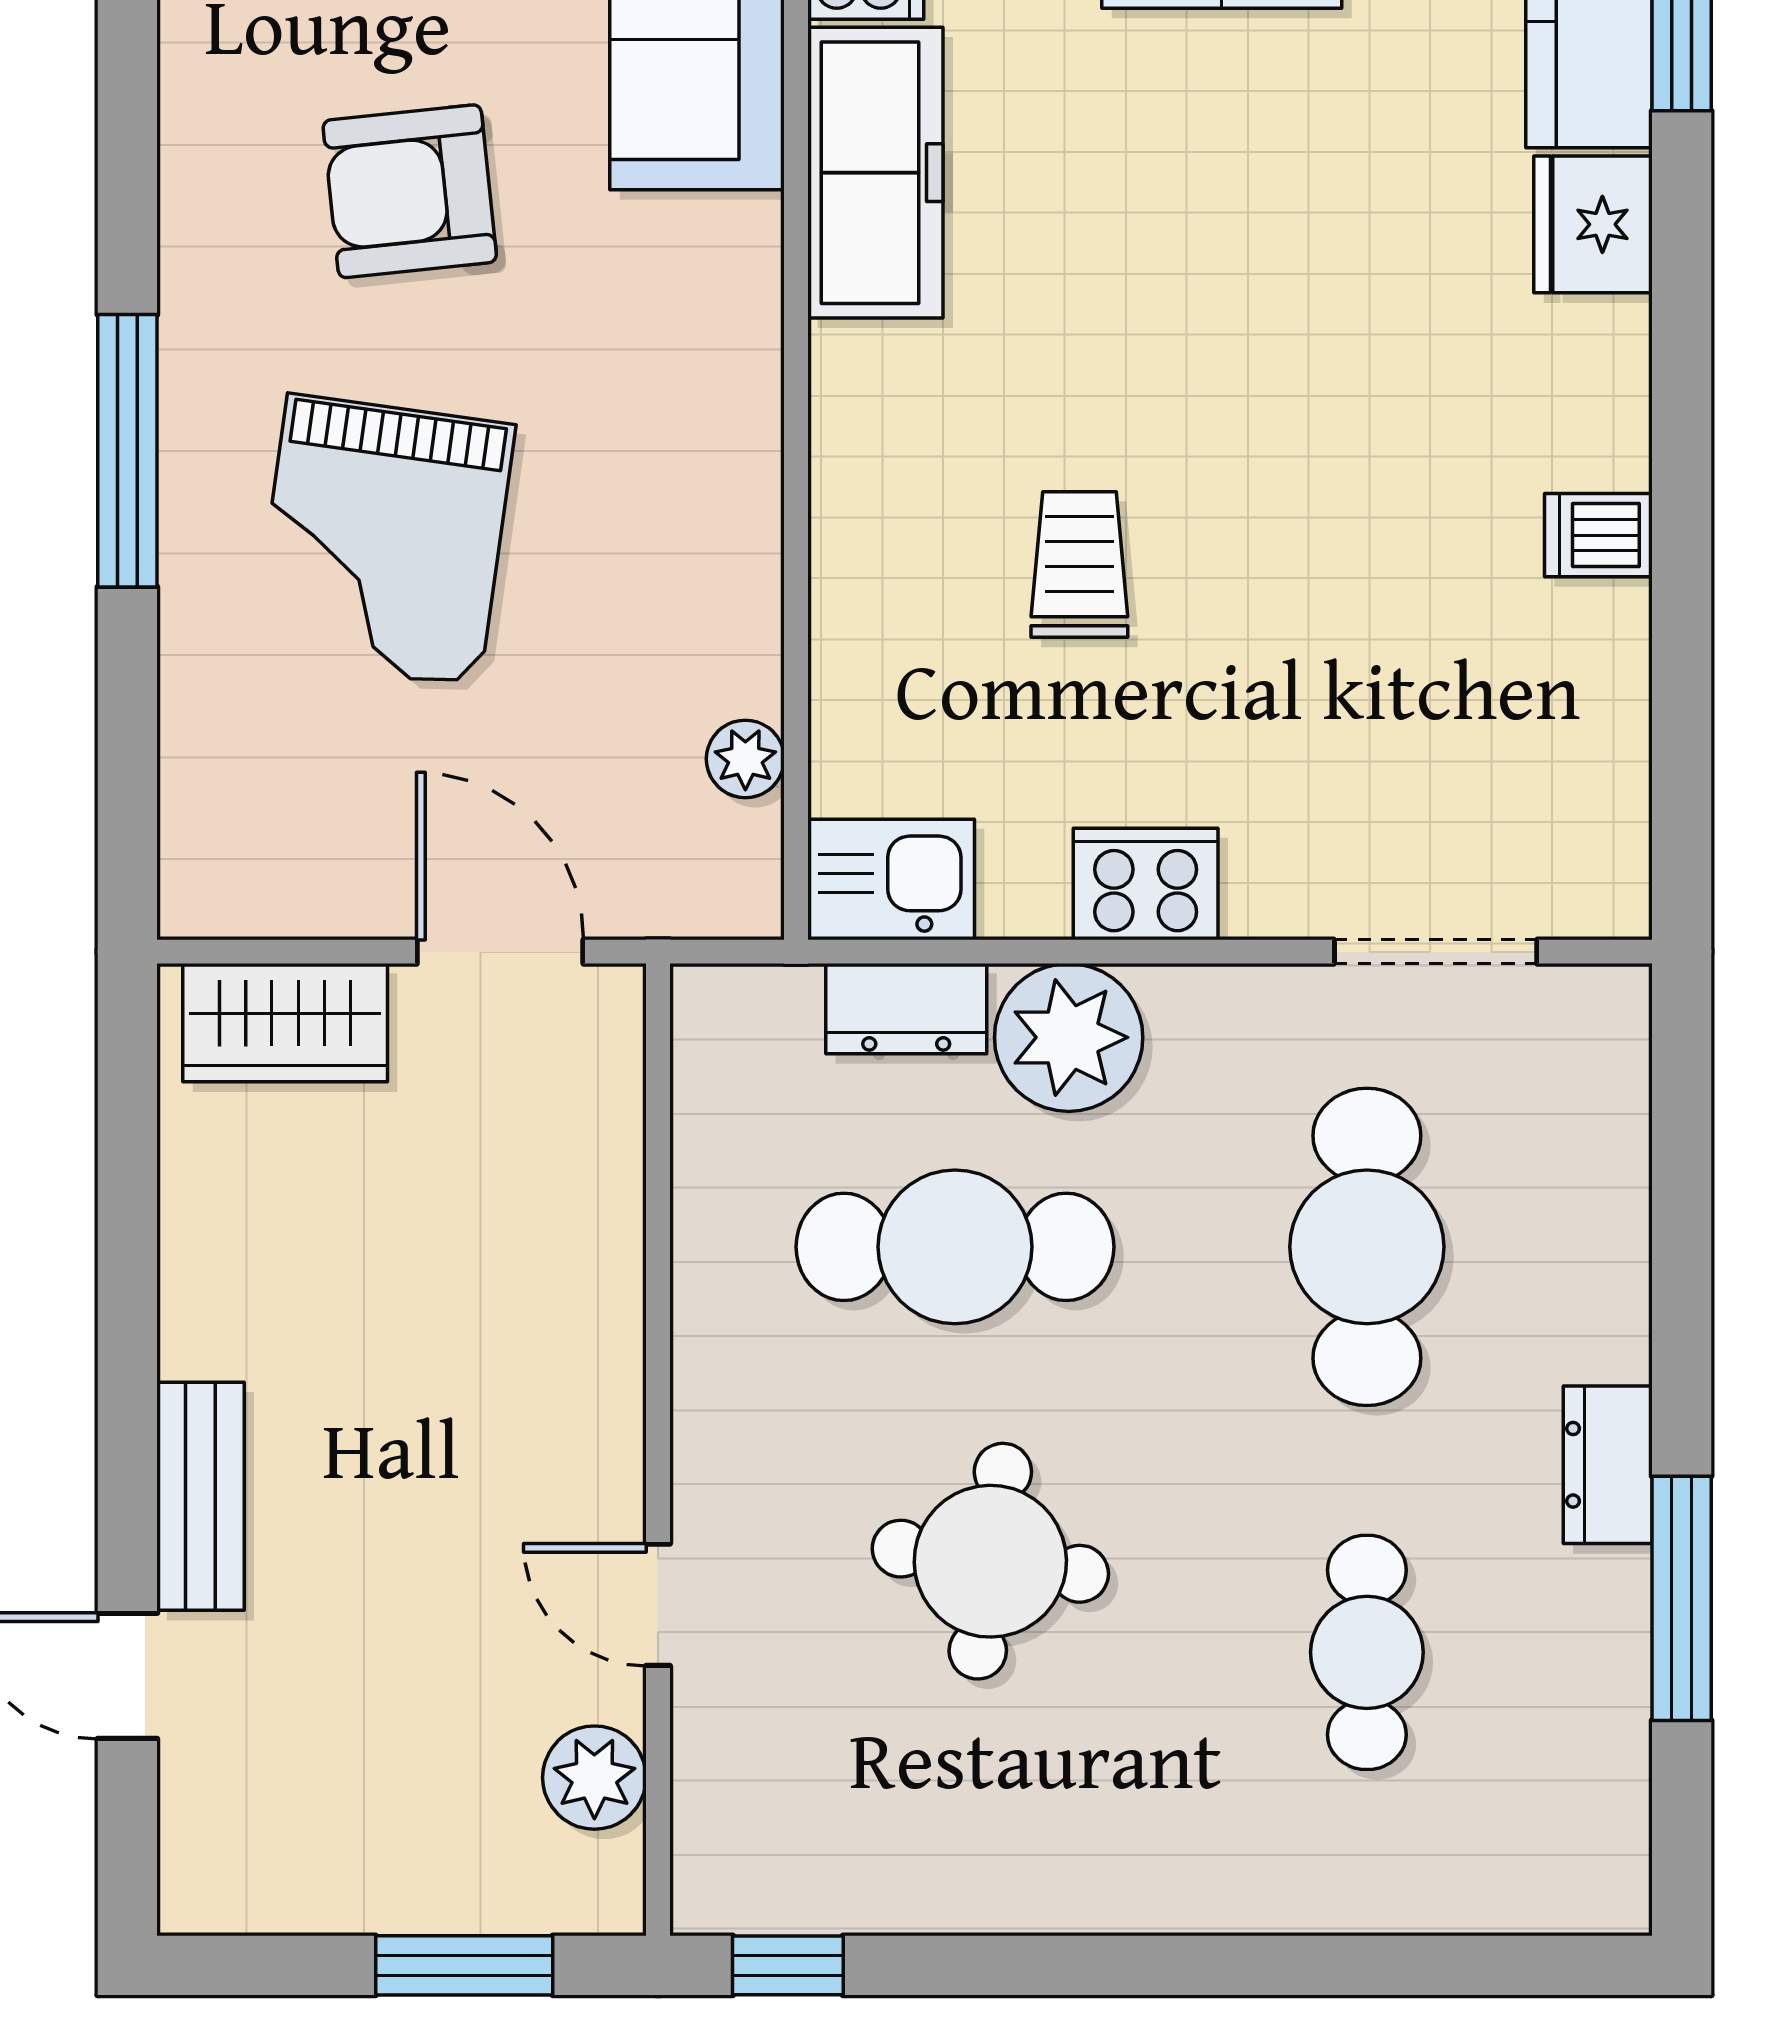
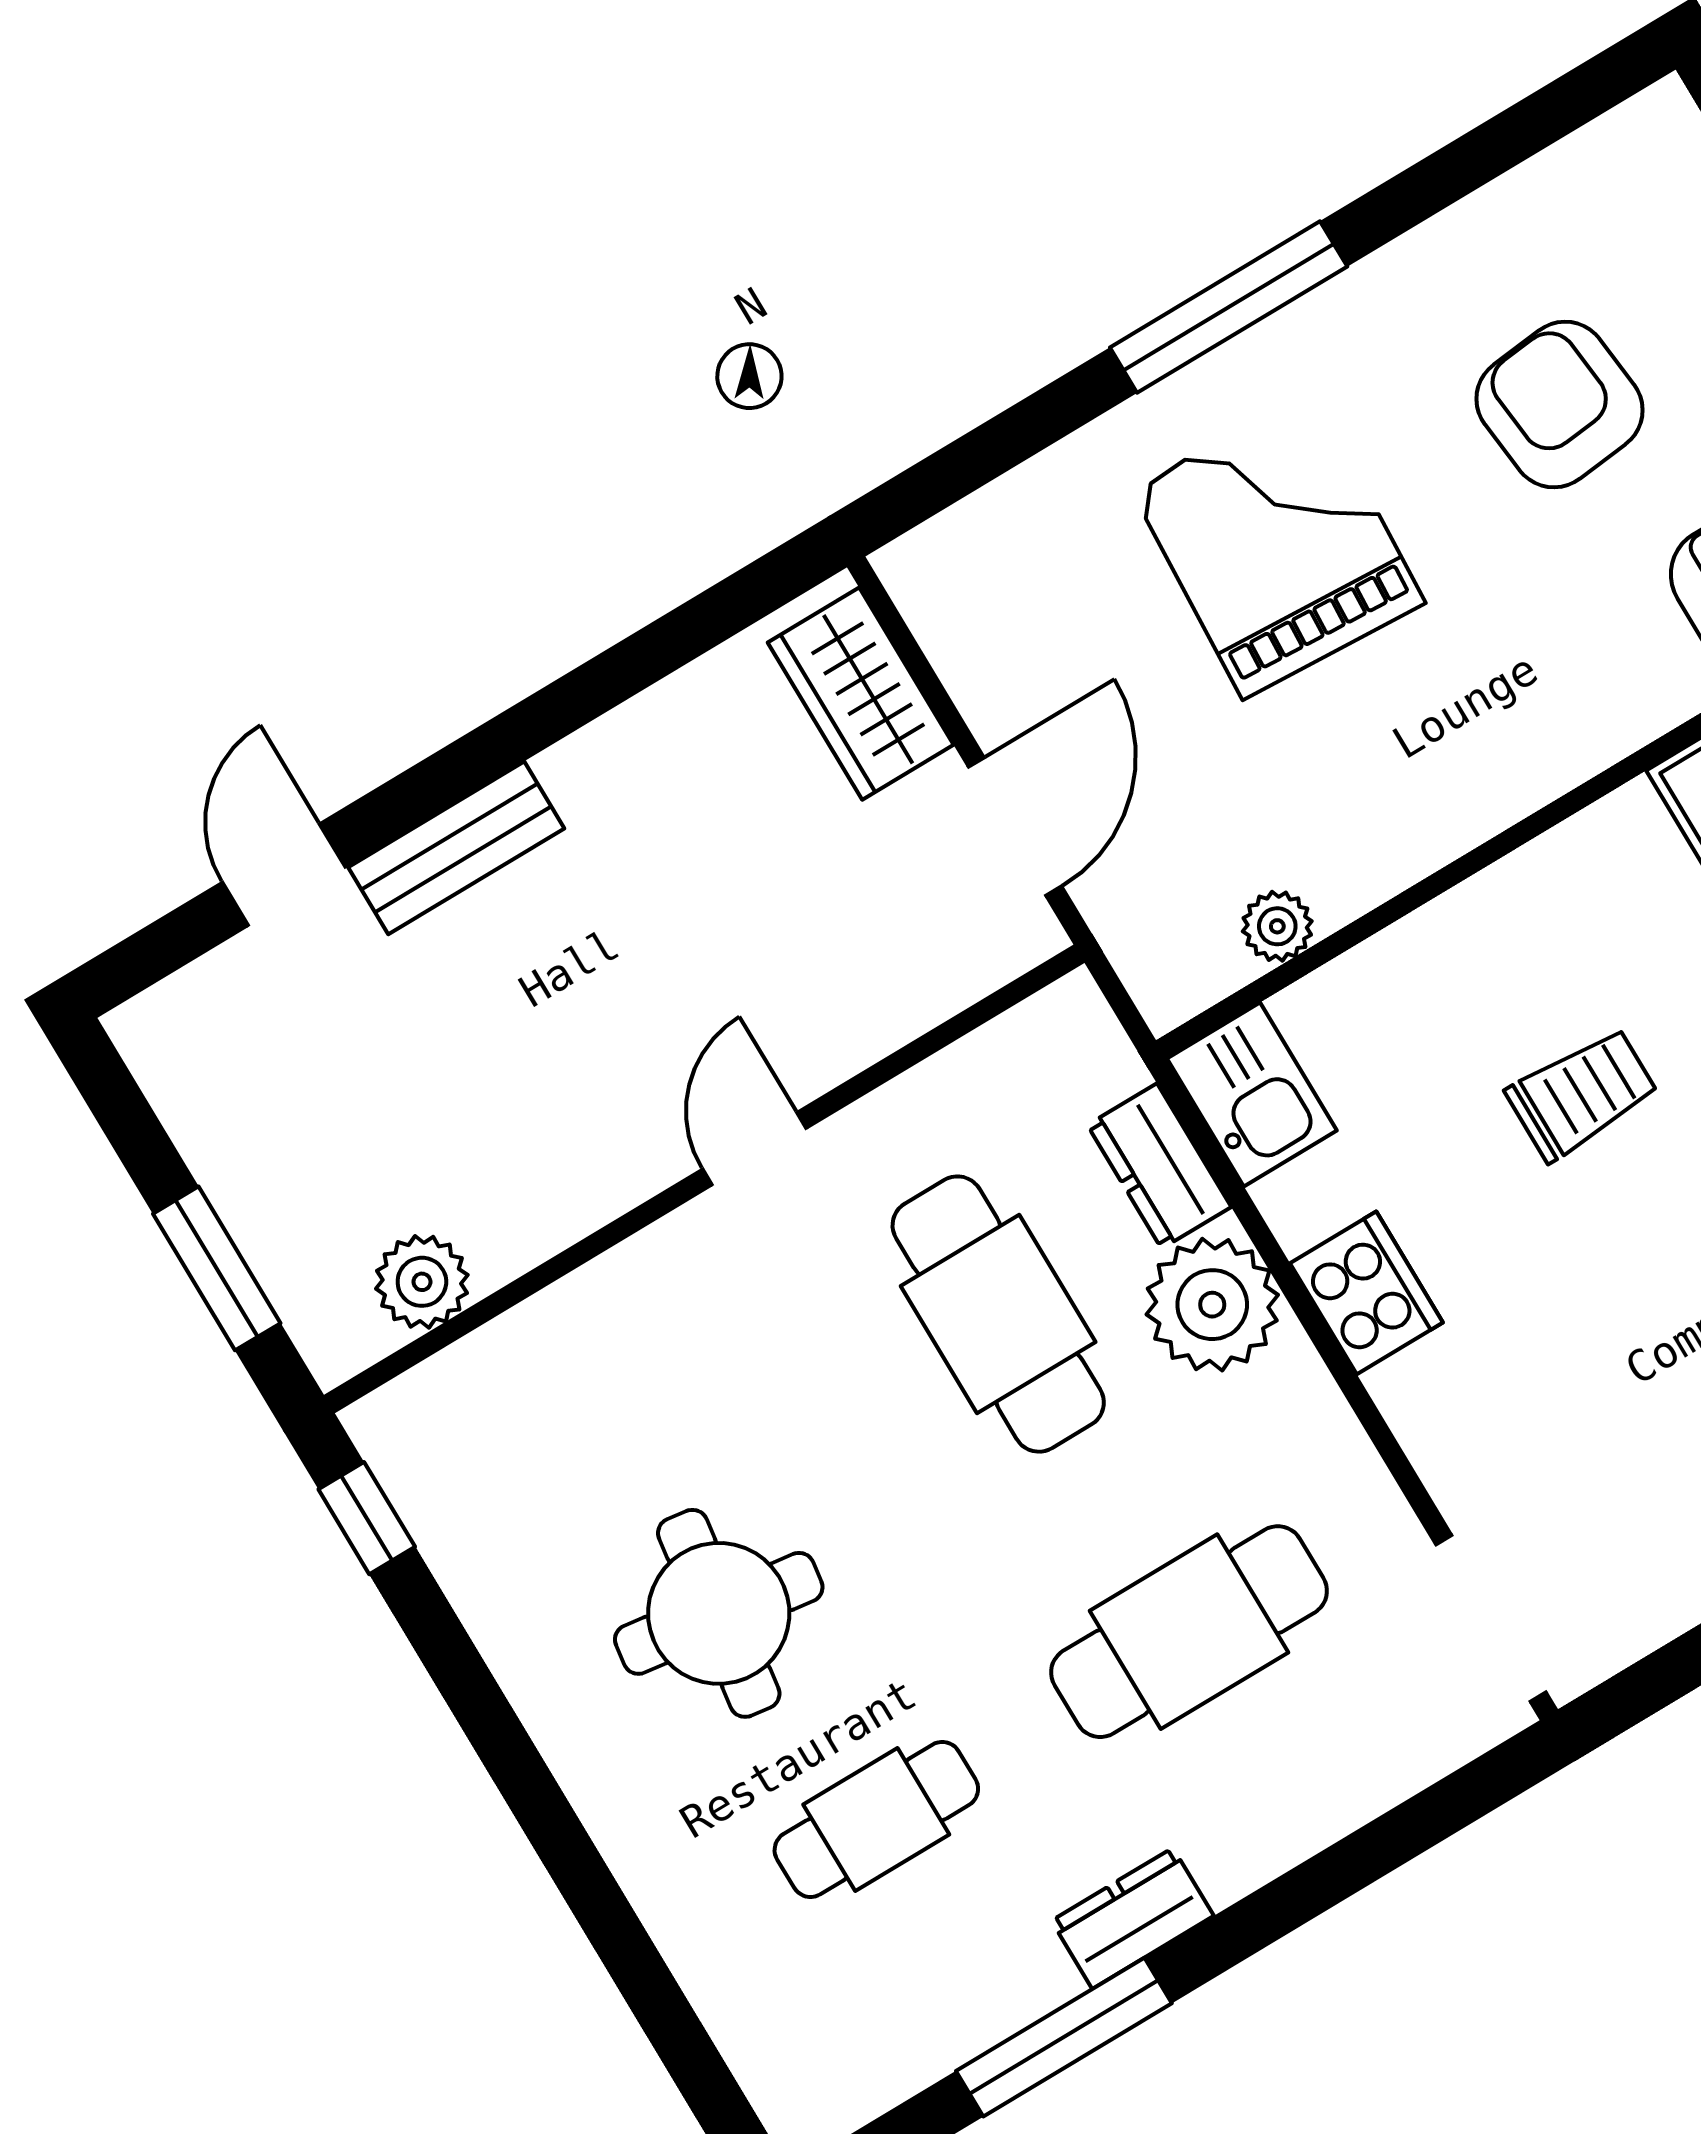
grand piano: (383, 540) -> (1278, 546), turned 85
doorway: (1436, 952) -> (1491, 1619), moved
round table: (990, 1561) -> (719, 1613), moved
door: (658, 1605) -> (755, 1149), moved

